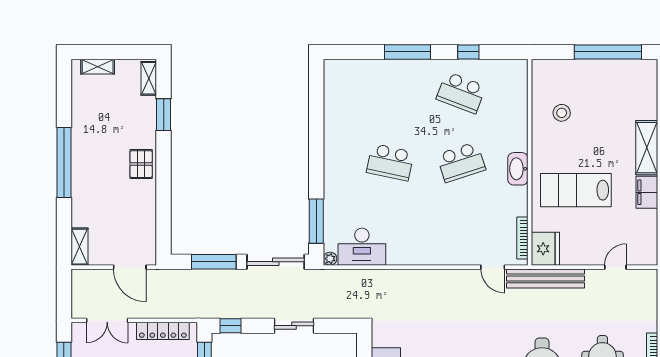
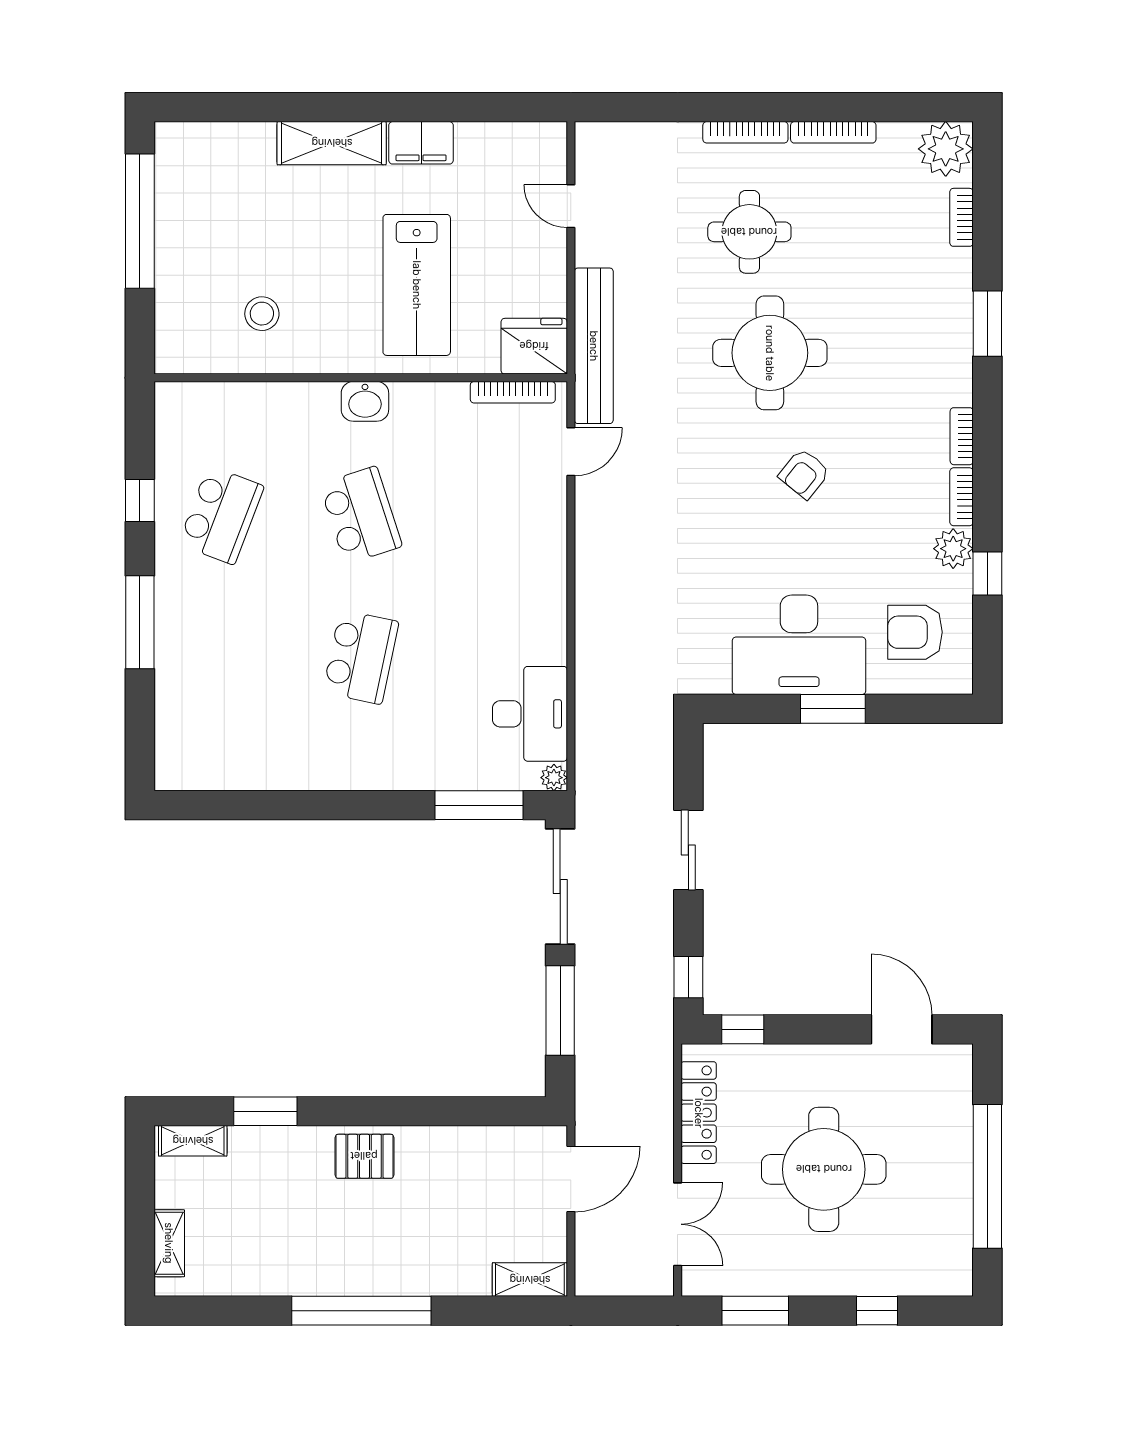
washbasin: (518, 169) -> (365, 401), width x0.72

